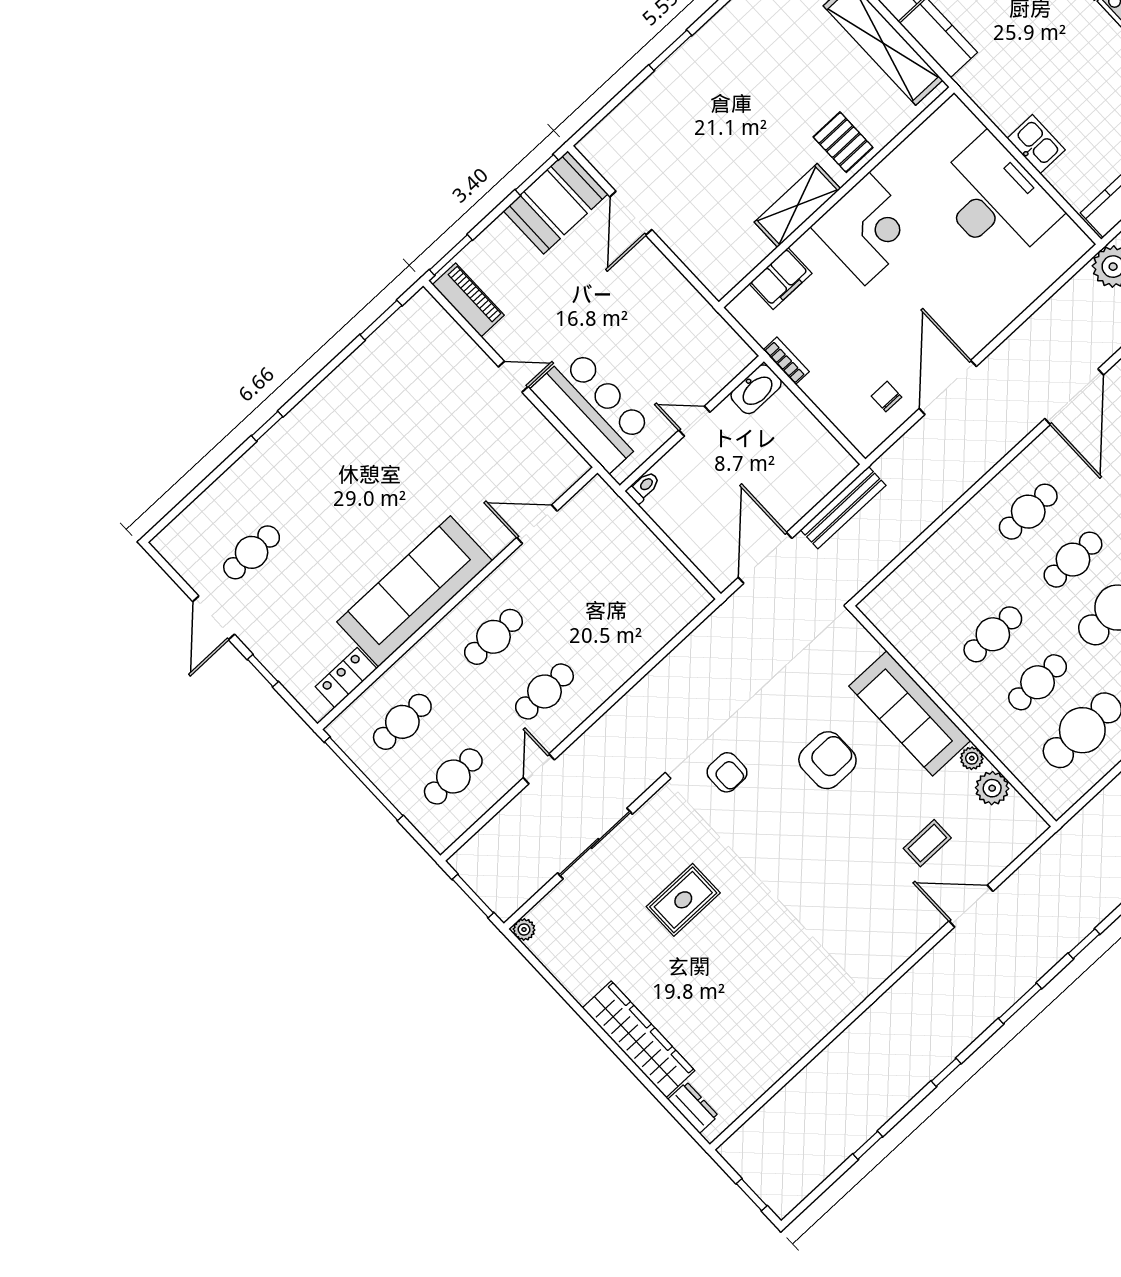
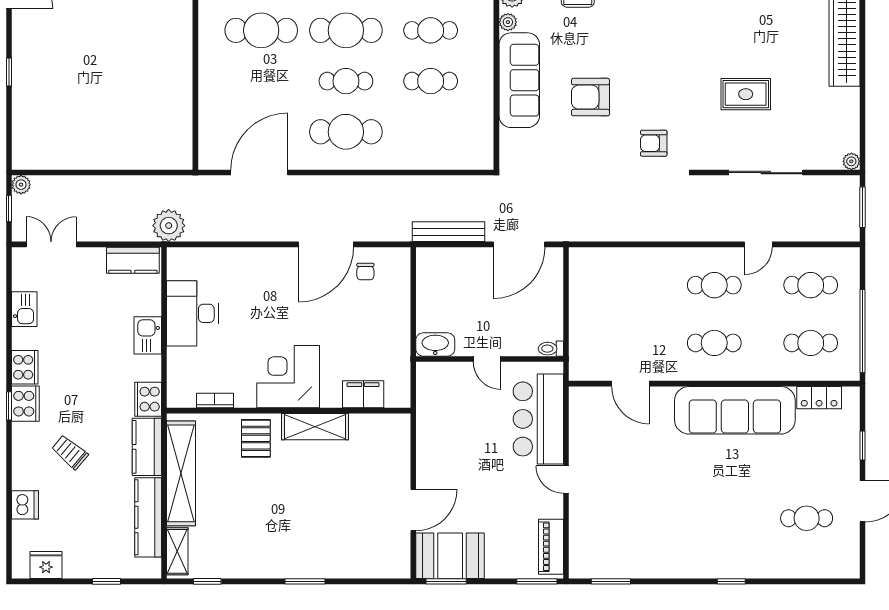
cooker: (980, 84) -> (148, 399), added
desk: (995, 200) -> (192, 313), width x0.73, depth x0.77
bookcase: (786, 361) -> (215, 401), moved, turned 90
cafe table: (1028, 512) -> (346, 132), width x1.37, depth x1.35
armchair: (727, 772) -> (654, 143), turned -90

